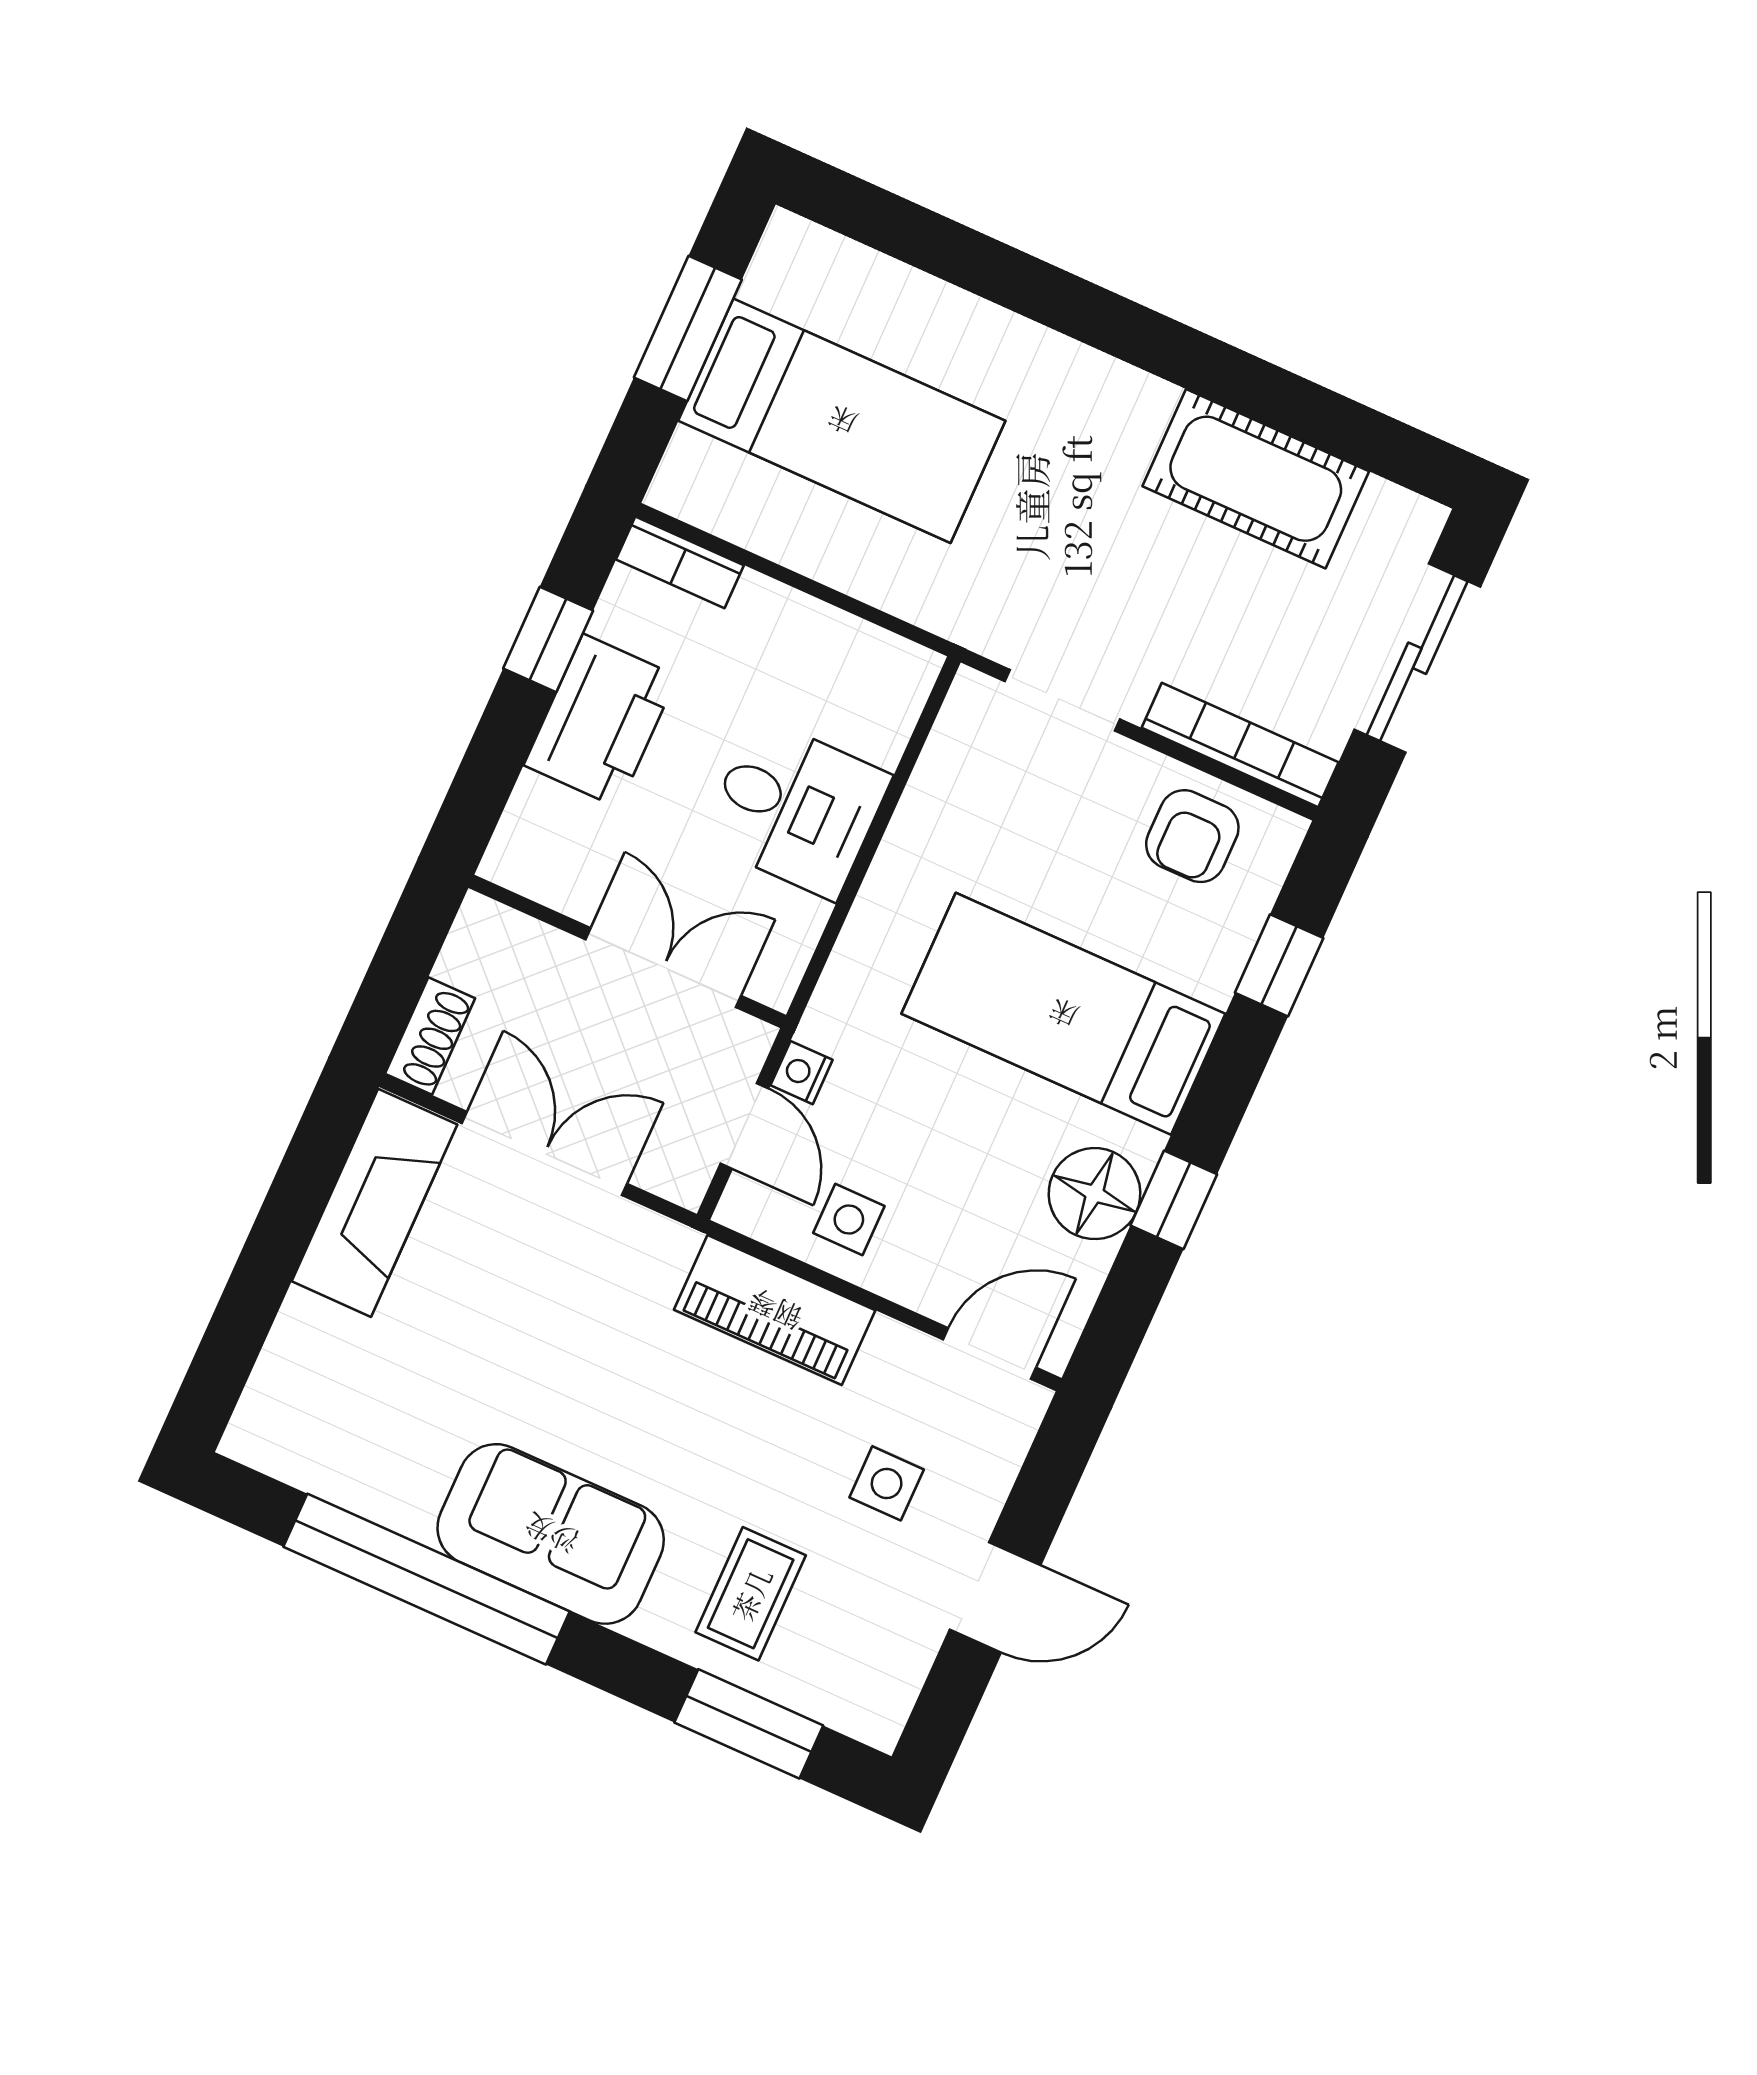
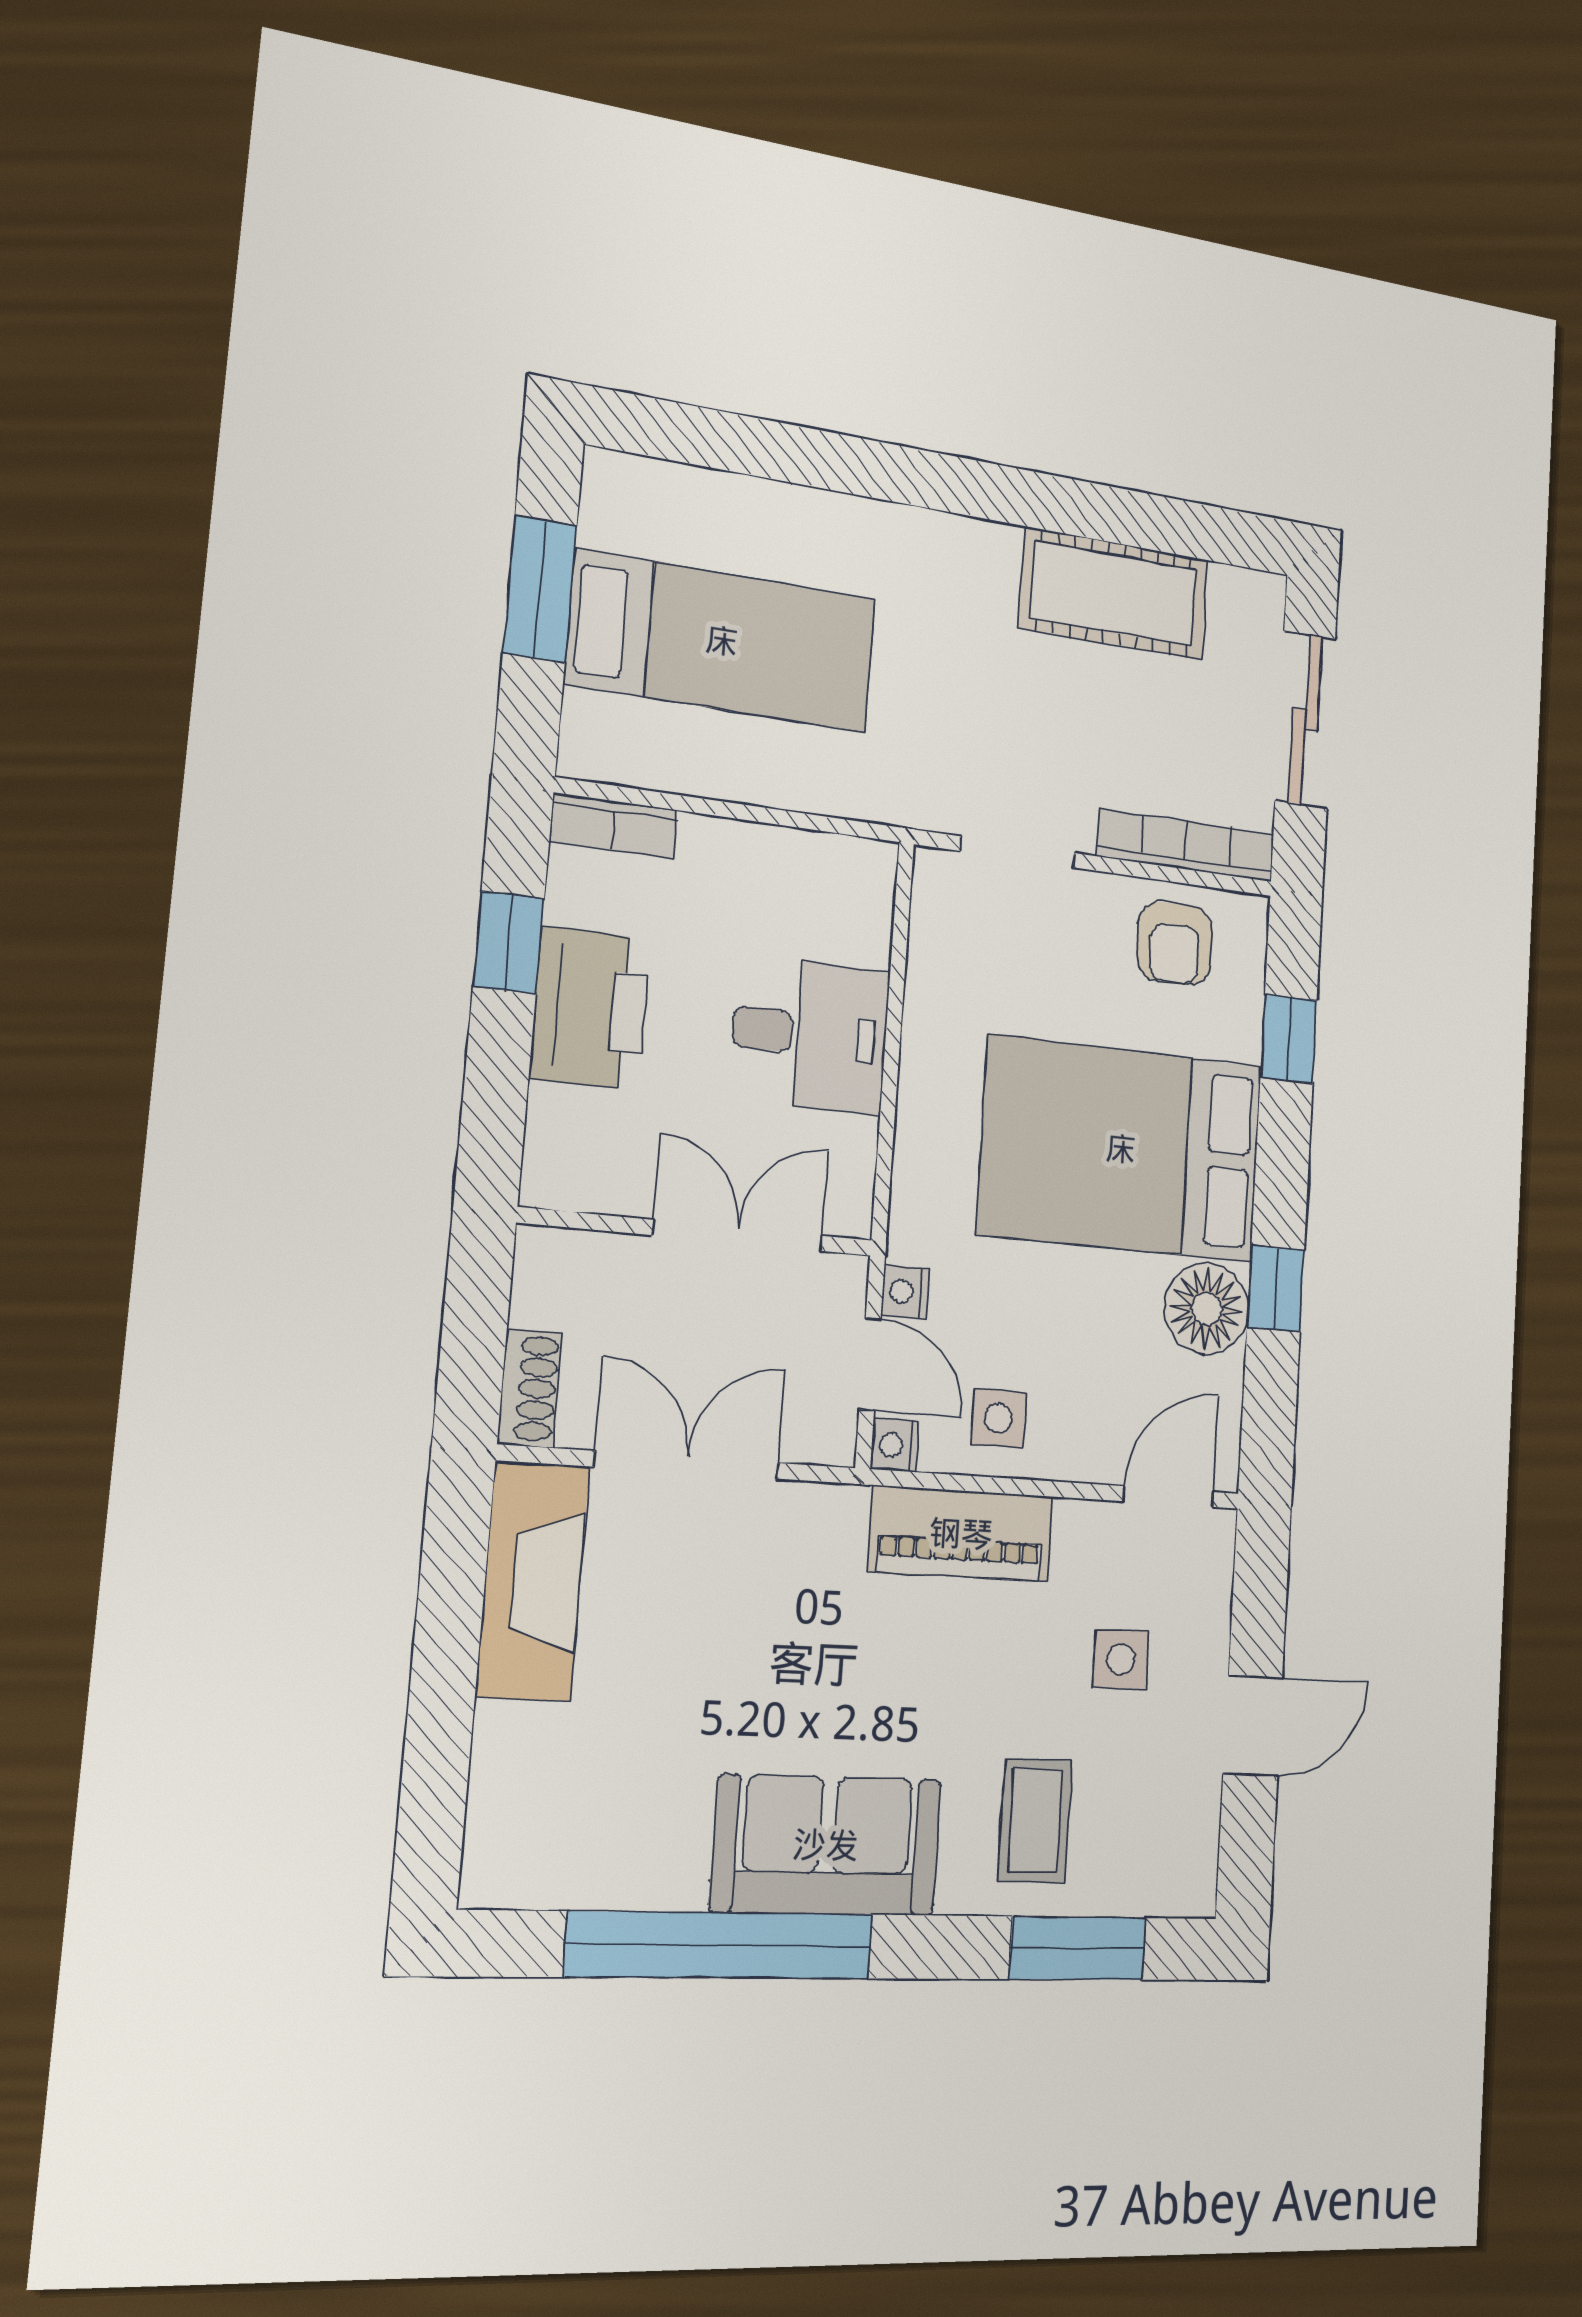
bed: (1063, 1014) -> (1121, 1149), width x1.50
nightstand: (741, 1207) -> (895, 1445), added

